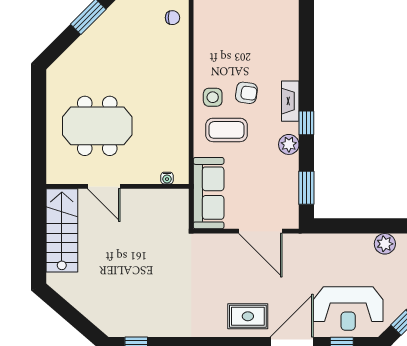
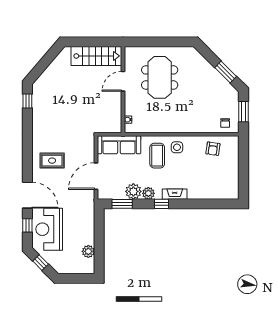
armchair: (246, 93) -> (213, 149), moved
plant: (286, 169) -> (133, 191), added
rug: (248, 316) -> (52, 161), moved, turned 90

